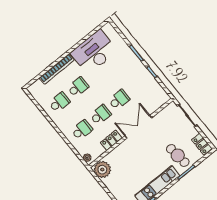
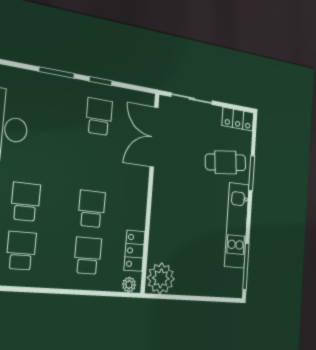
school desk: (119, 100) -> (99, 117), moved
double door: (138, 127) -> (154, 137), moved
locker: (111, 140) -> (135, 251), moved

